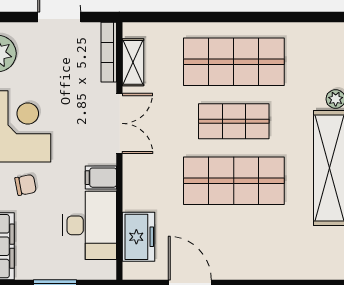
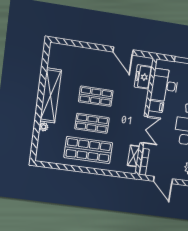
double door: (119, 123) -> (144, 130), swing flipped
shop shelf: (234, 181) -> (96, 96), width x0.70, depth x0.74

